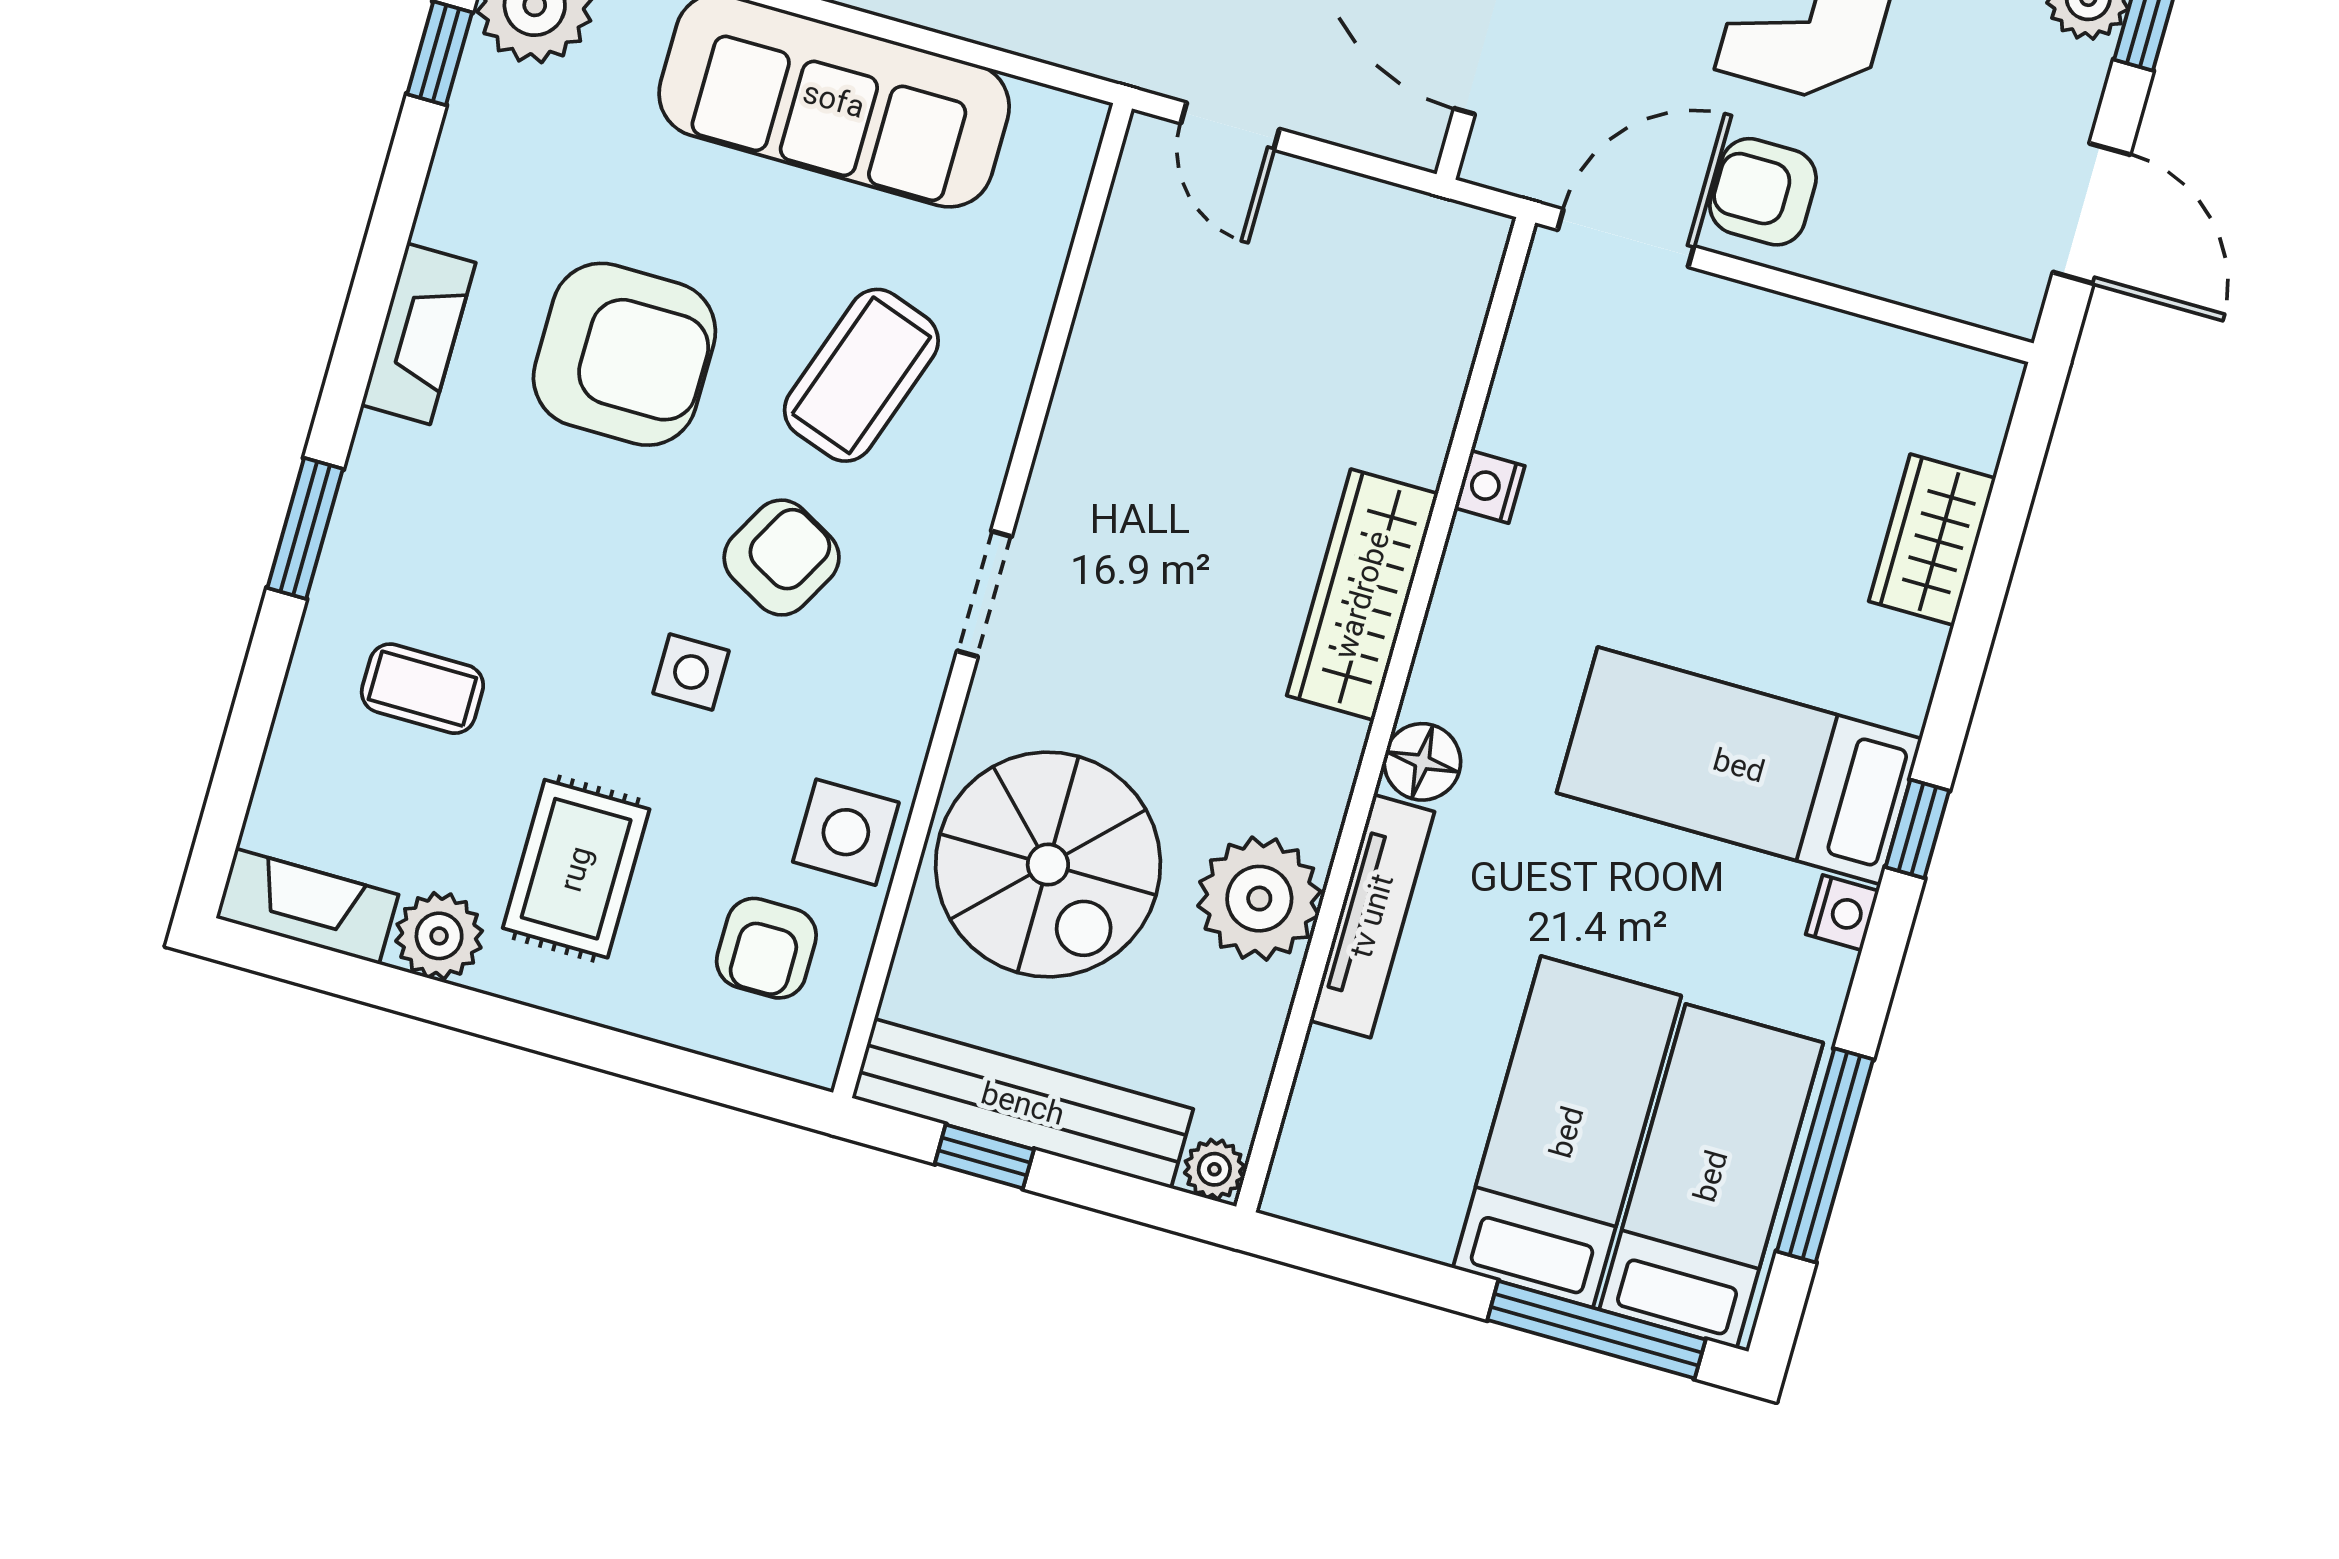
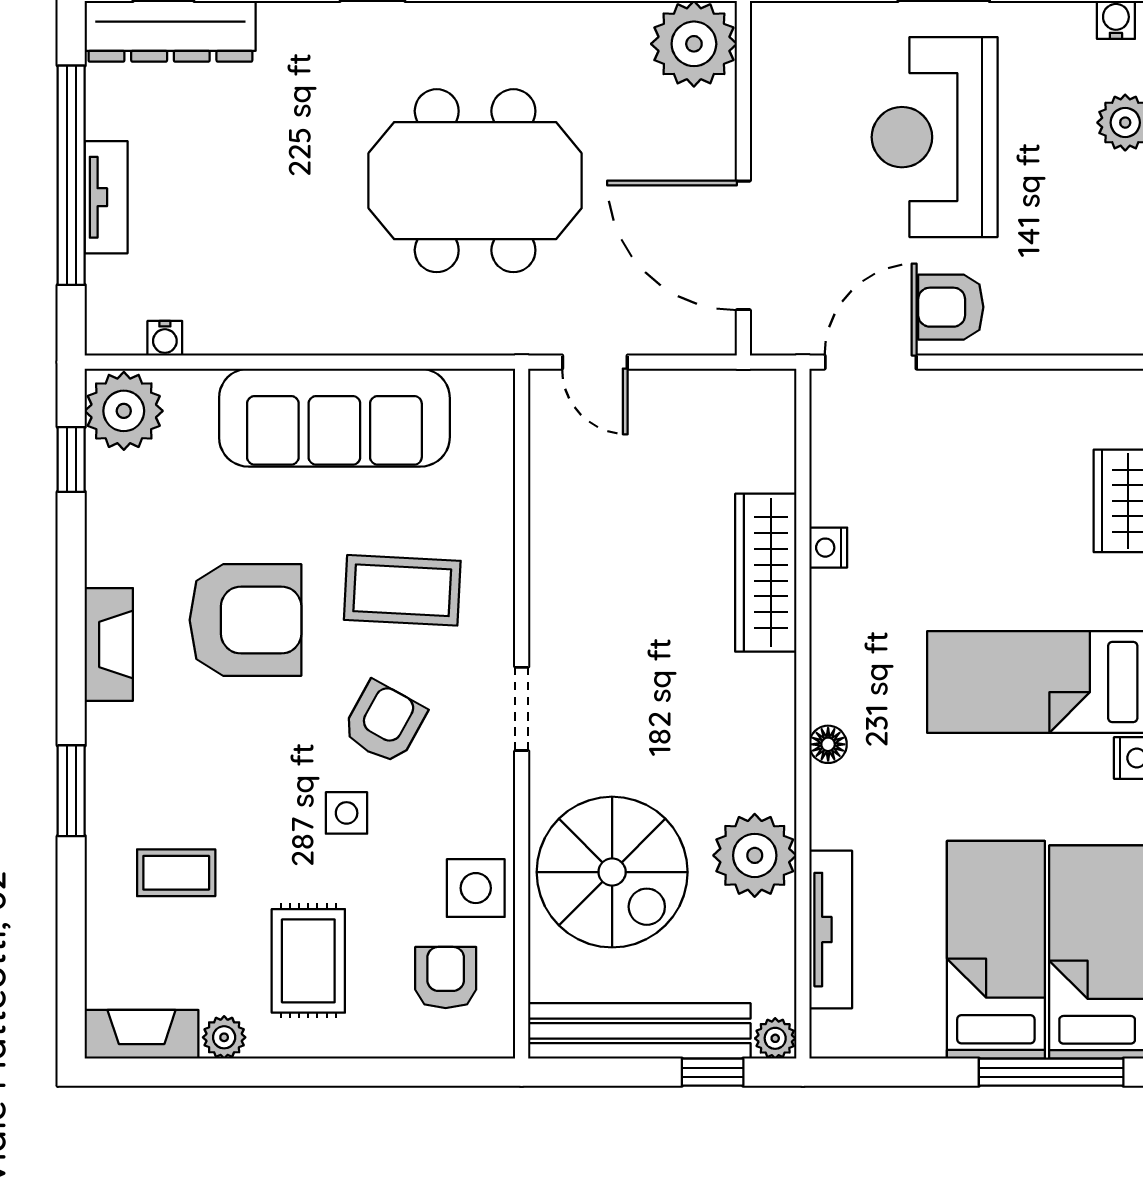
coffee table: (861, 375) -> (402, 590), turned 74
wardrobe: (1362, 595) -> (766, 573), moved
floor lamp: (1422, 762) -> (828, 744), width x0.73, depth x0.73
tv unit: (1372, 916) -> (831, 930), moved
plant: (439, 936) -> (224, 1037), width x0.73, depth x0.73
armchair: (766, 948) -> (446, 977), turned 180
window: (984, 1156) -> (713, 1072), moved

